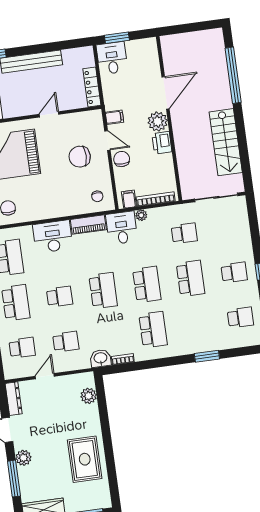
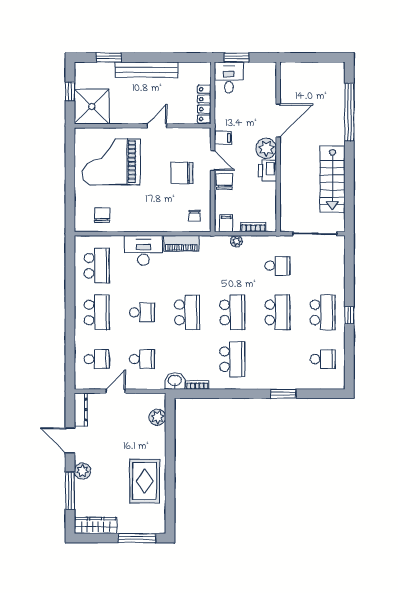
bookcase: (156, 199) -> (253, 227), width x0.64
desk: (122, 228) -> (215, 251), removed
school desk: (234, 272) -> (323, 312), width x1.85

